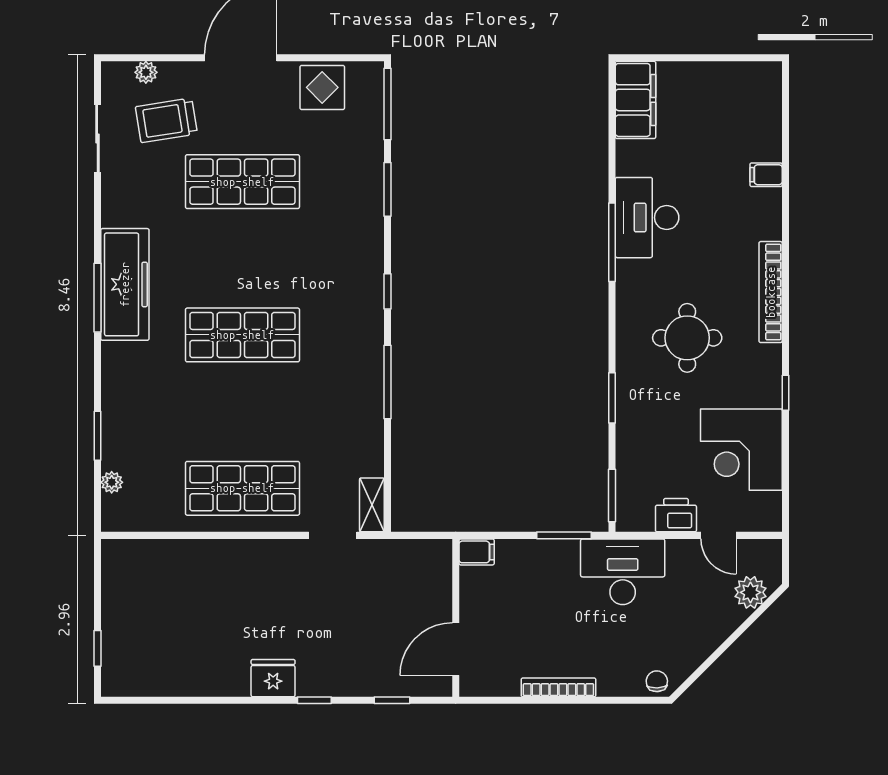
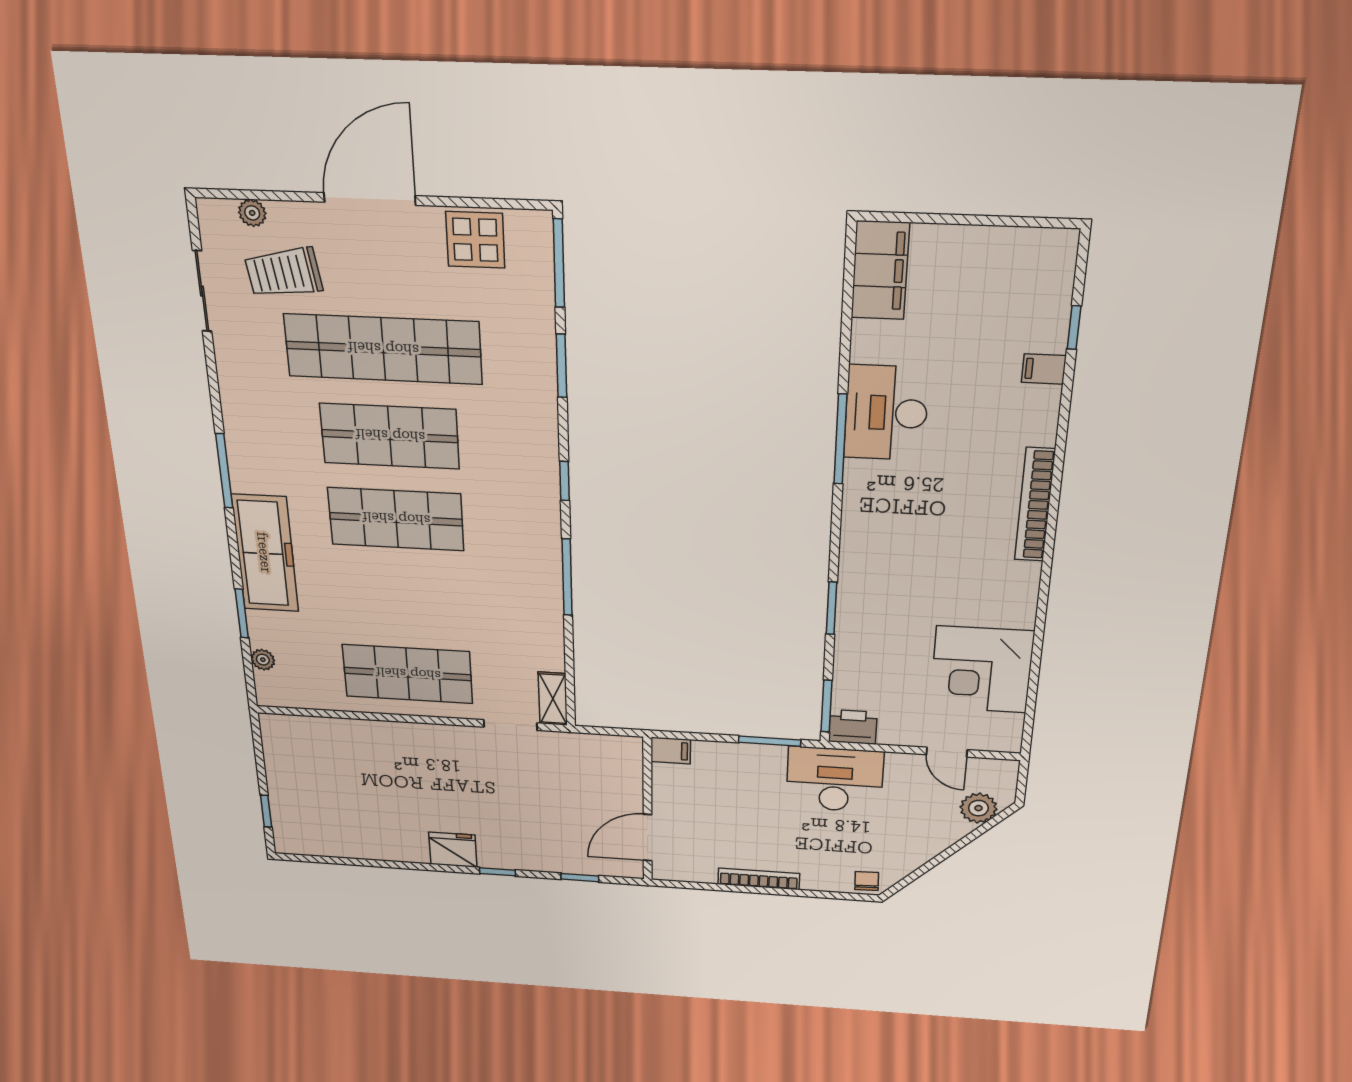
shop shelf: (242, 182) -> (383, 349), width x1.40
shop shelf: (242, 258) -> (390, 436), added
freezer: (125, 284) -> (265, 553), moved
round table: (687, 338) -> (927, 550), removed
window: (785, 393) -> (1074, 328), moved
printer: (676, 515) -> (853, 727), moved

